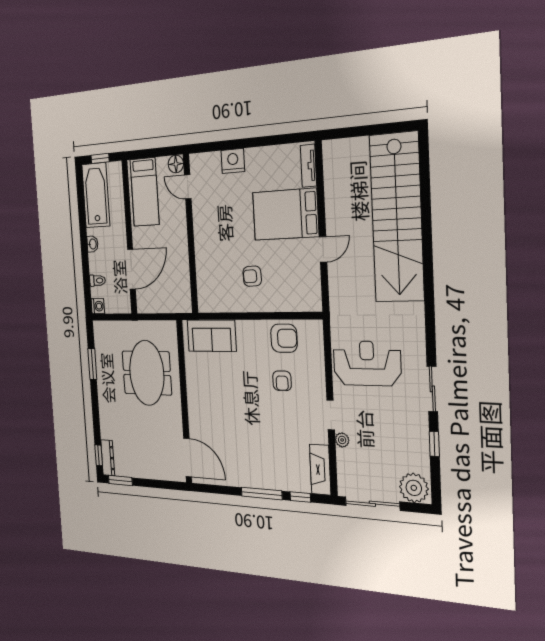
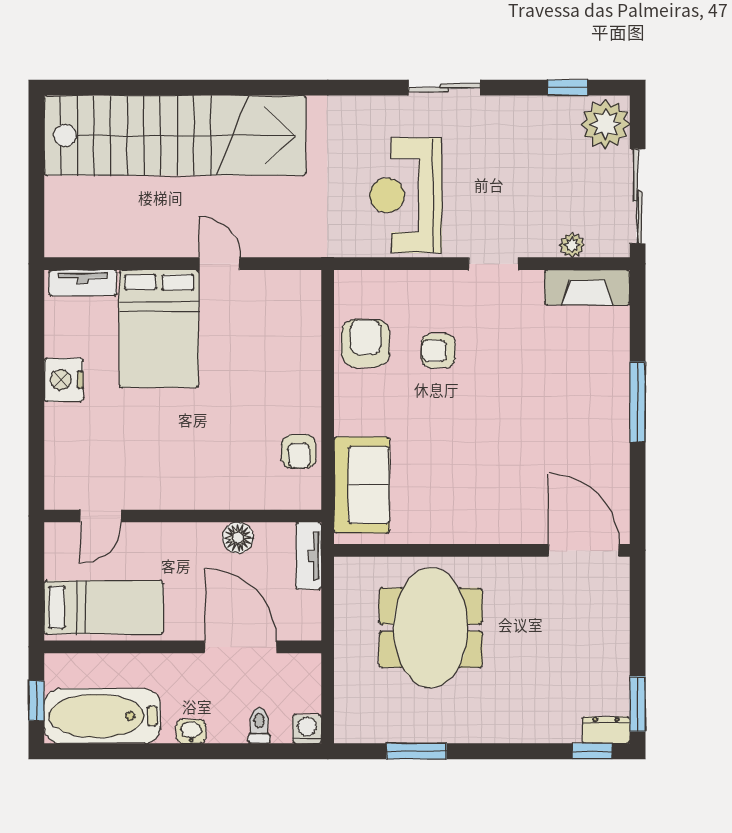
nightstand: (233, 161) -> (64, 380), moved
floor lamp: (176, 164) -> (238, 538), moved
armchair: (252, 276) -> (299, 451), moved
tv unit: (176, 306) -> (309, 556), added
meeting table: (147, 373) -> (431, 628), turned 90
armchair: (282, 381) -> (438, 351), turned 180
plant: (342, 440) -> (572, 245), moved
window: (434, 444) -> (568, 88), moved
dresser: (108, 458) -> (606, 730), width x0.70
door: (188, 458) -> (584, 550), hinge flipped
window: (300, 497) -> (638, 327), removed

